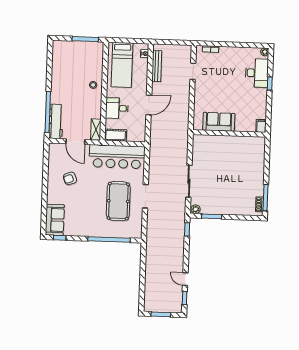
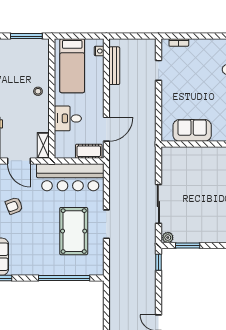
door: (149, 105) -> (106, 129), moved
cot: (116, 135) -> (89, 151), moved

